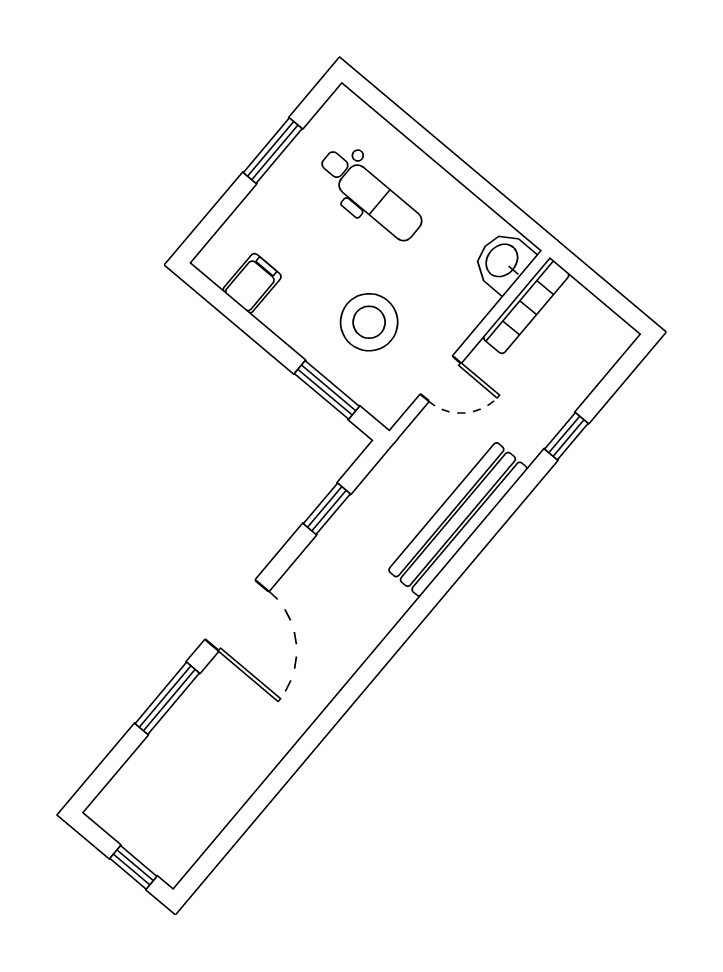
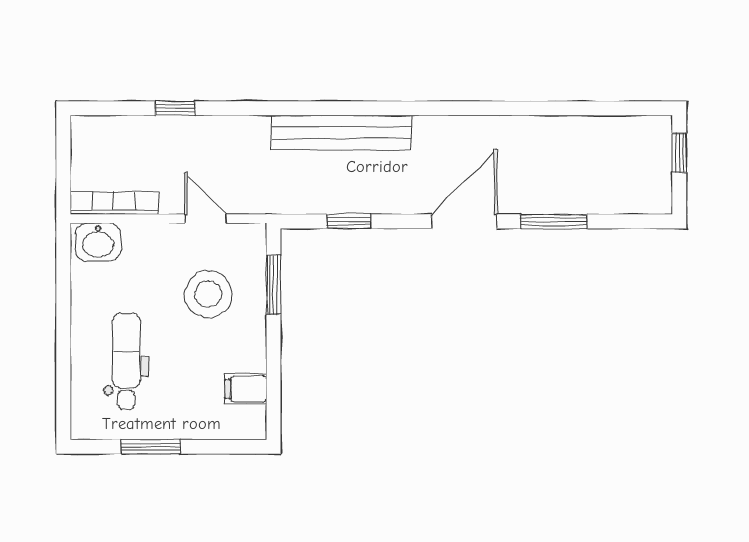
bench: (458, 519) -> (342, 133), moved

